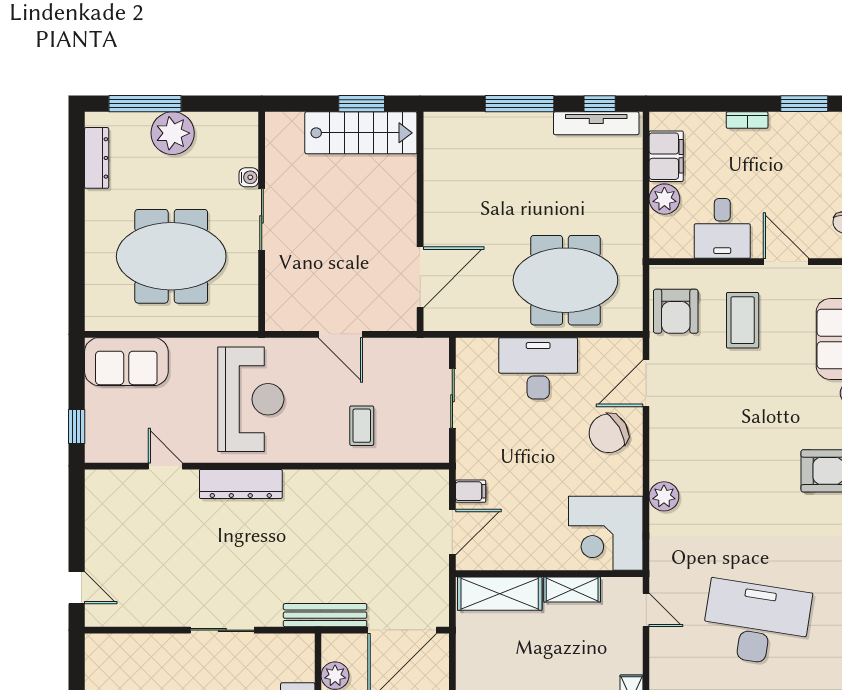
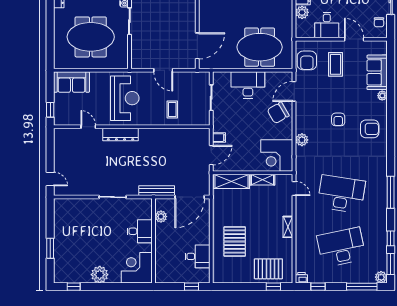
armchair: (749, 449) -> (338, 119), added

